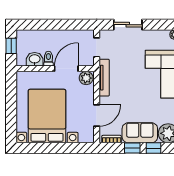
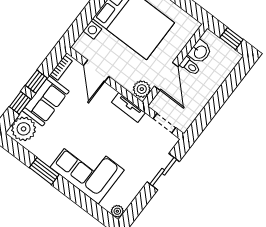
tv unit: (104, 78) -> (128, 107), width x0.71

